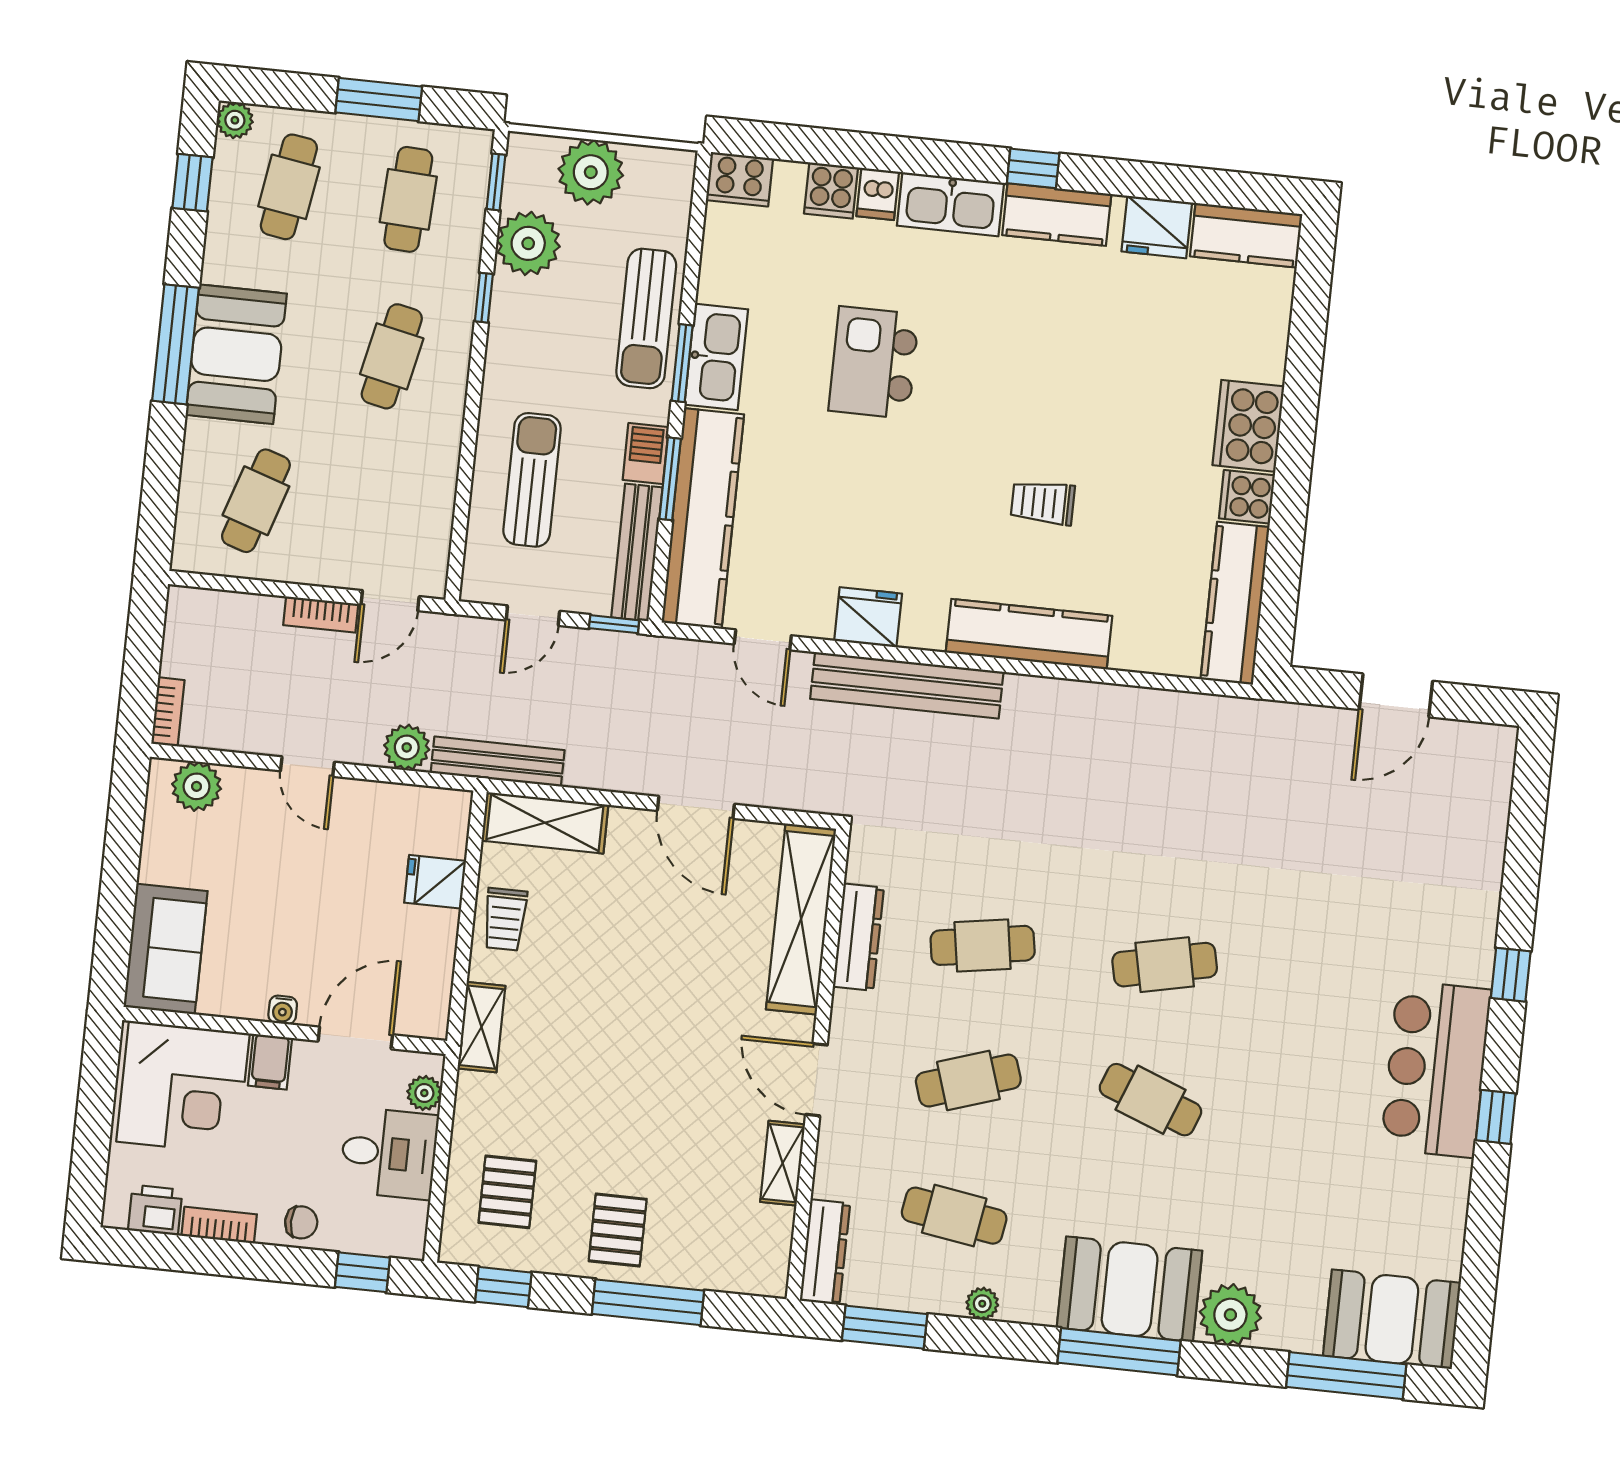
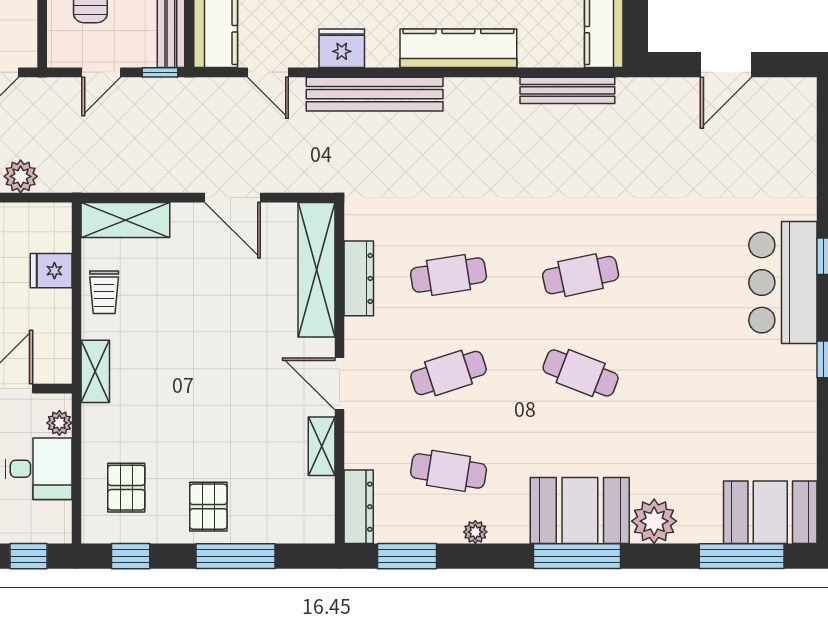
bench: (498, 762) -> (567, 90), moved
bar counter: (1436, 1069) -> (783, 283), moved

